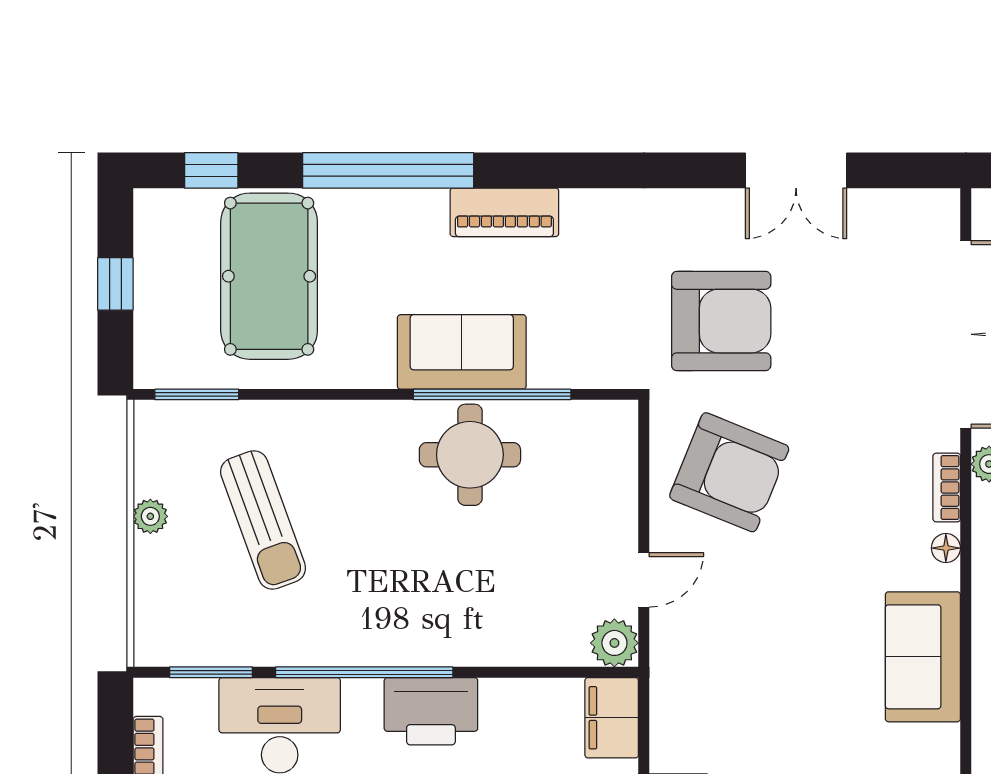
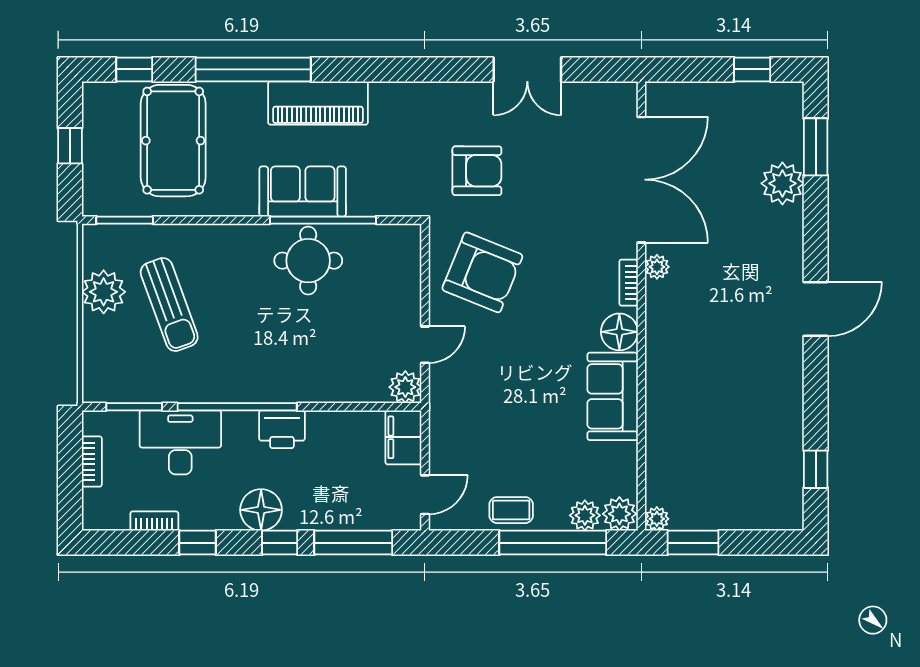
piano: (504, 212) -> (318, 103), width x1.37, depth x1.33
armchair: (721, 321) -> (477, 171), width x0.73, depth x0.73
plant: (150, 516) -> (104, 292), width x1.88, depth x1.88
floor lamp: (946, 548) -> (619, 332), width x1.89, depth x1.89
printer: (431, 711) -> (282, 429), width x0.73, depth x0.84

